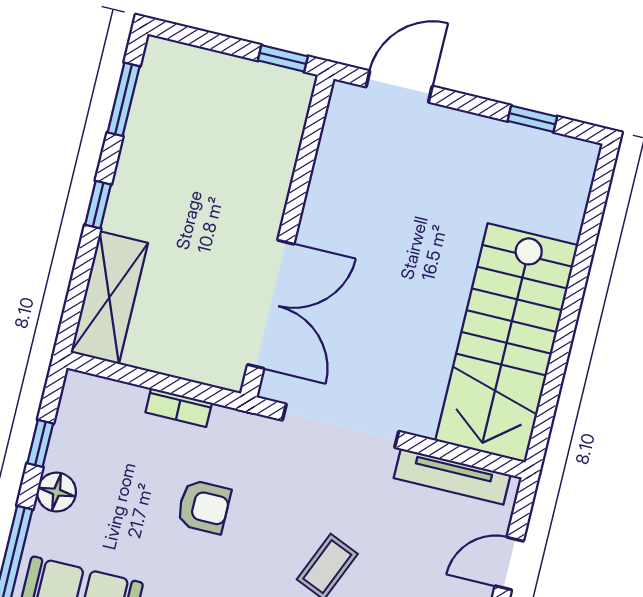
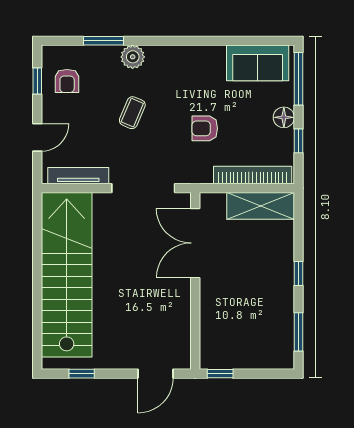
shelving: (109, 298) -> (261, 206), moved, turned 90
stairs: (507, 343) -> (67, 275), width x1.36
bookcase: (179, 408) -> (253, 175), width x2.31, depth x1.31

